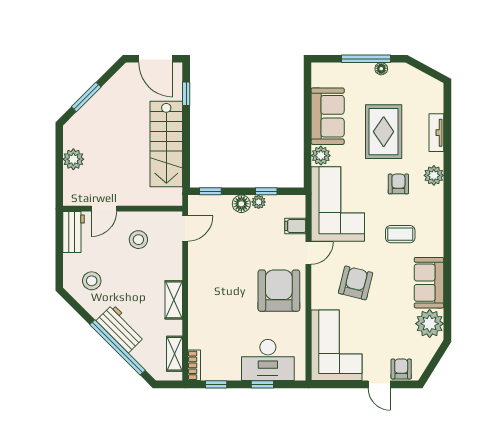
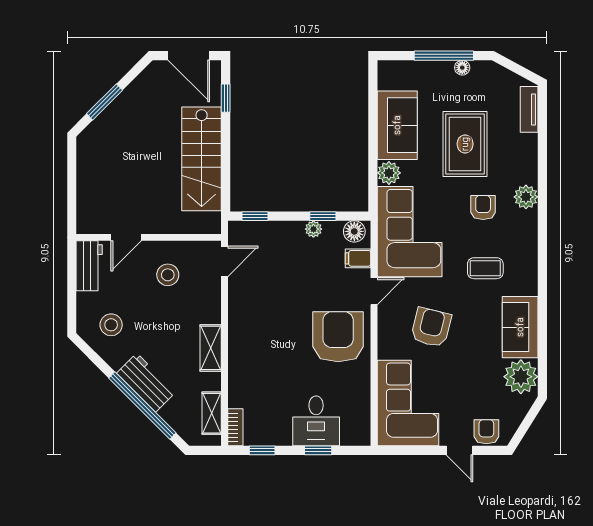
tv unit: (436, 133) -> (529, 109), moved
plant: (73, 159) -> (89, 177), removed
floor lamp: (241, 204) -> (354, 231), moved
desk: (268, 360) -> (316, 421), width x0.73

